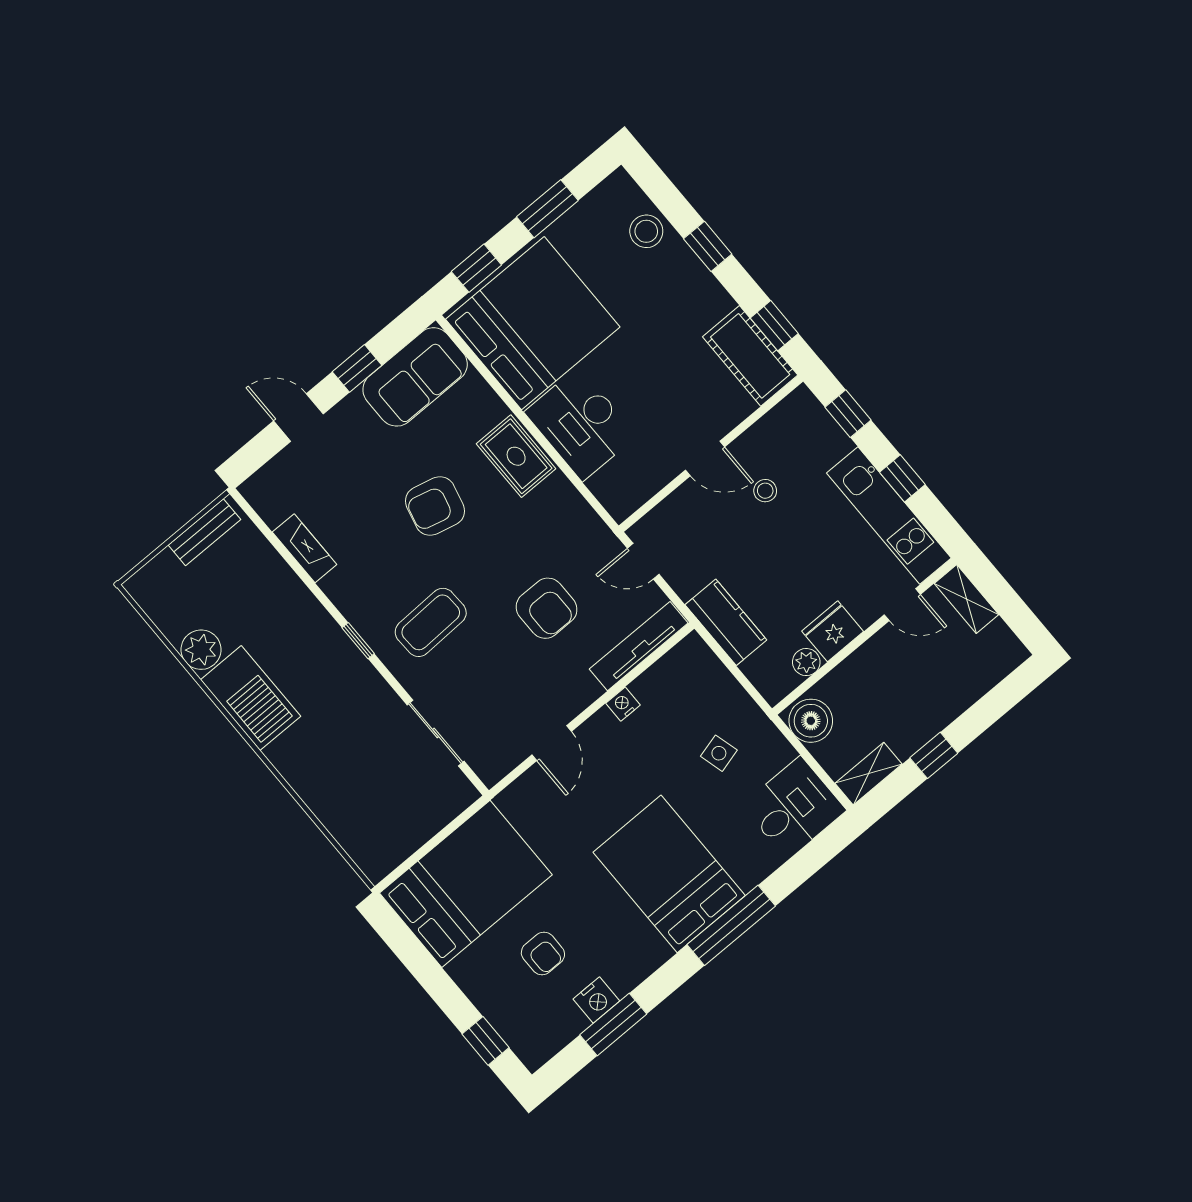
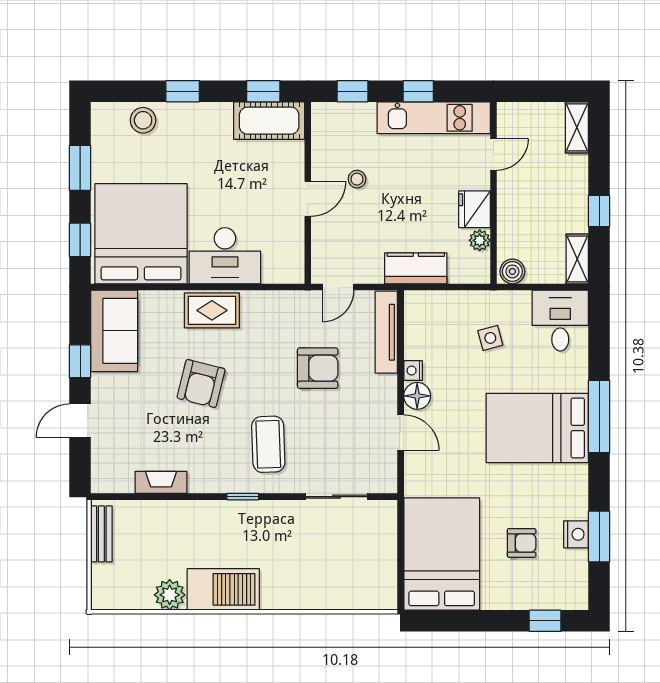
shelving: (966, 599) -> (577, 127), moved, turned 90
boiler: (811, 721) -> (512, 271), width x0.73, depth x0.73
floor lamp: (601, 729) -> (417, 396), added

